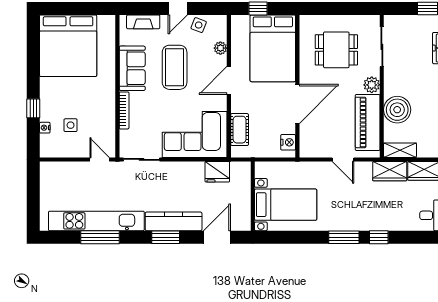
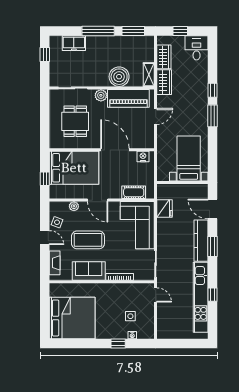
door: (100, 159) -> (156, 295), swing flipped
window: (100, 237) -> (213, 295), width x0.46

